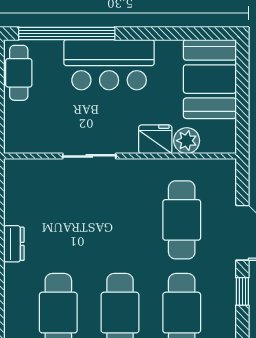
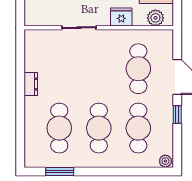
plant: (187, 141) -> (155, 18), moved

